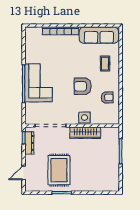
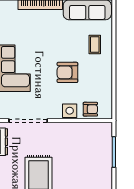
armchair: (107, 97) -> (90, 109), moved
wardrobe: (85, 133) -> (71, 129), removed

